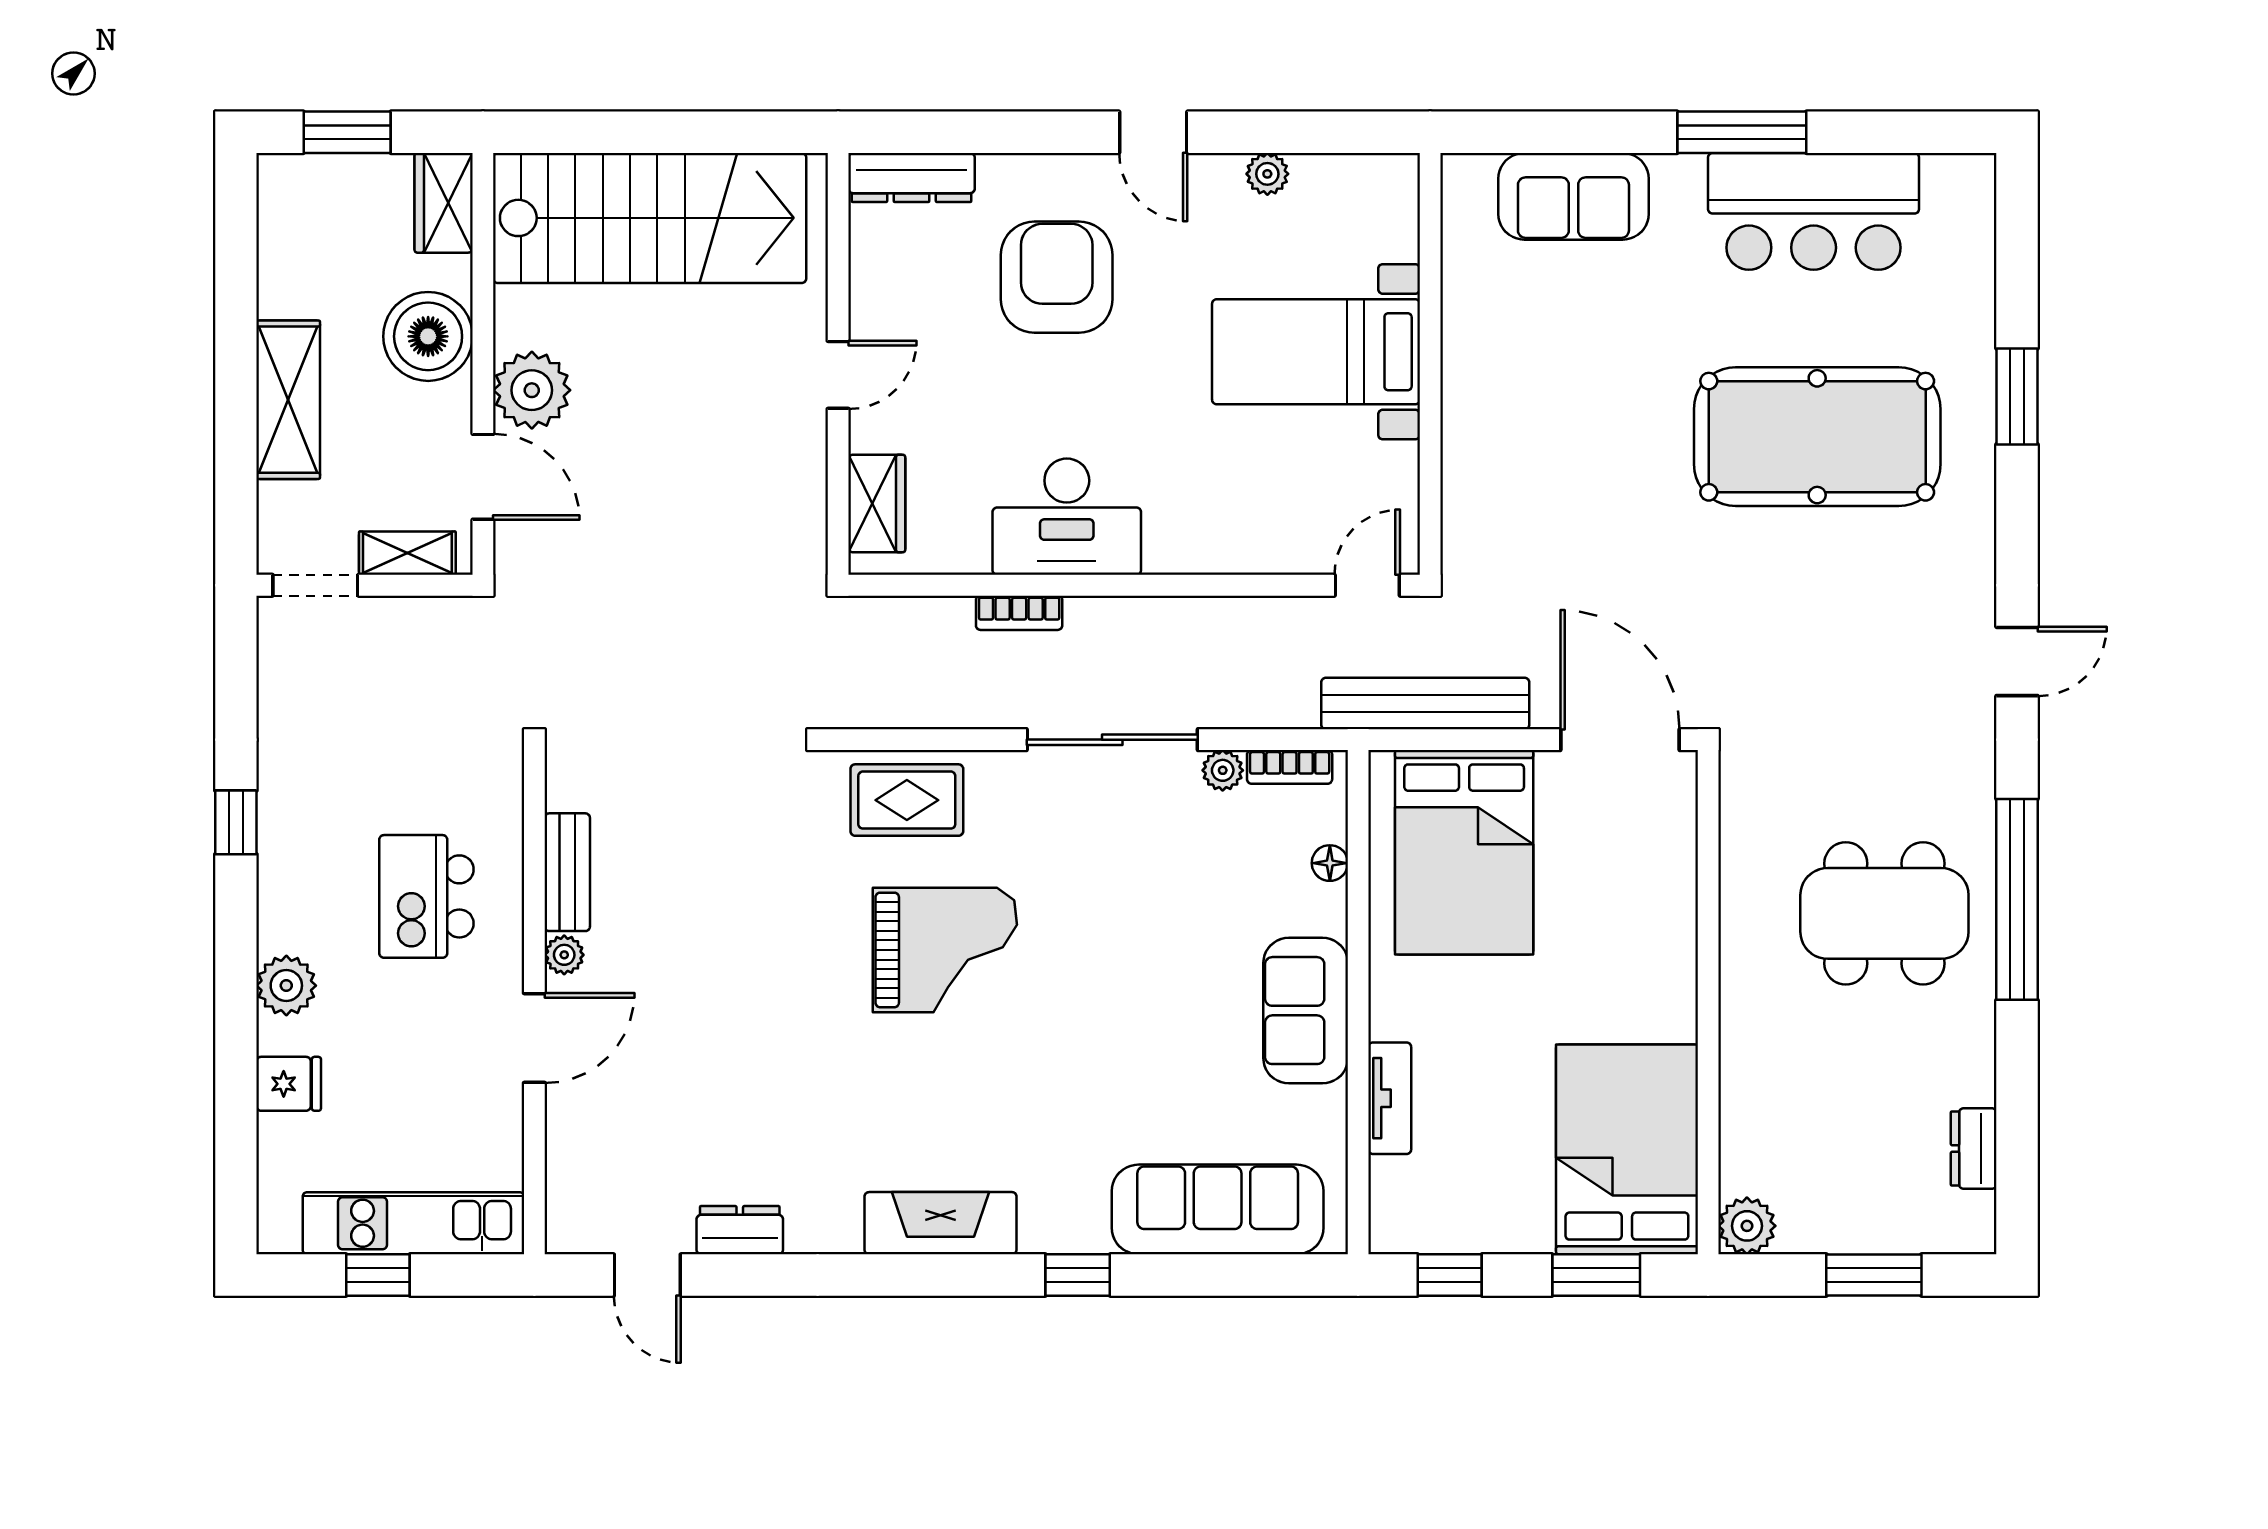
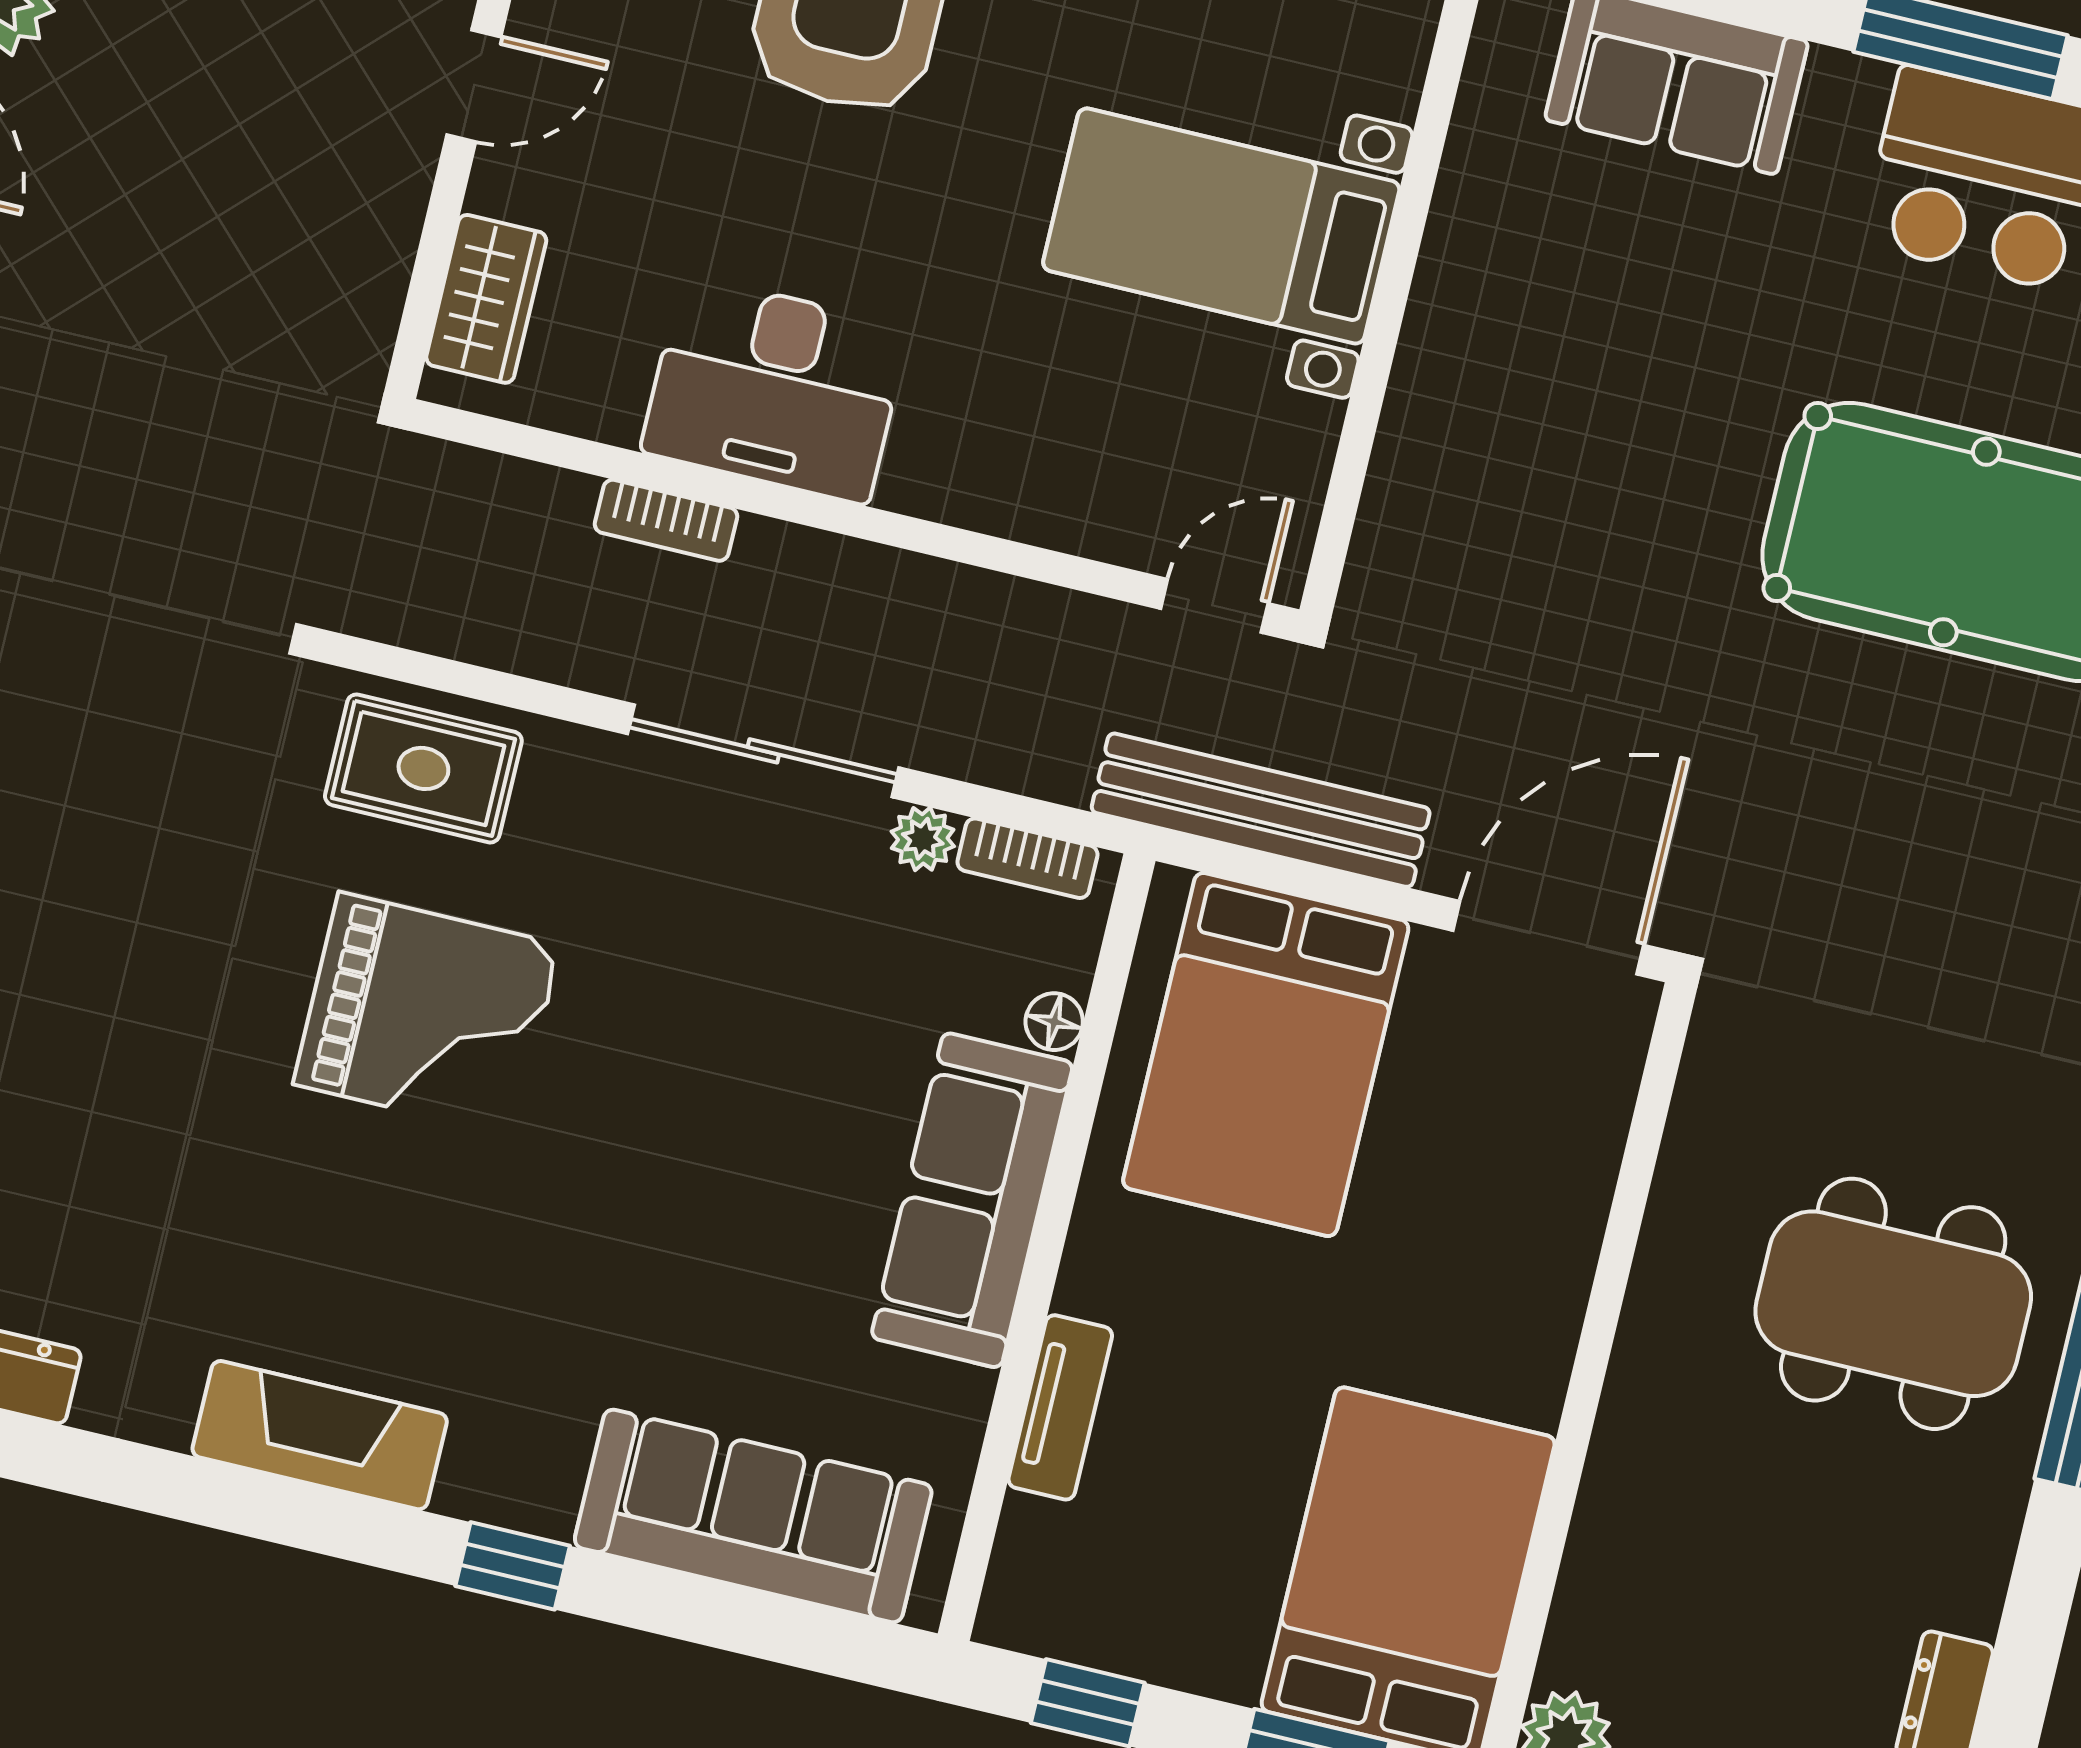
door: (1620, 740) -> (1548, 938), hinge flipped
sofa: (1306, 1011) -> (972, 1200), width x1.36

